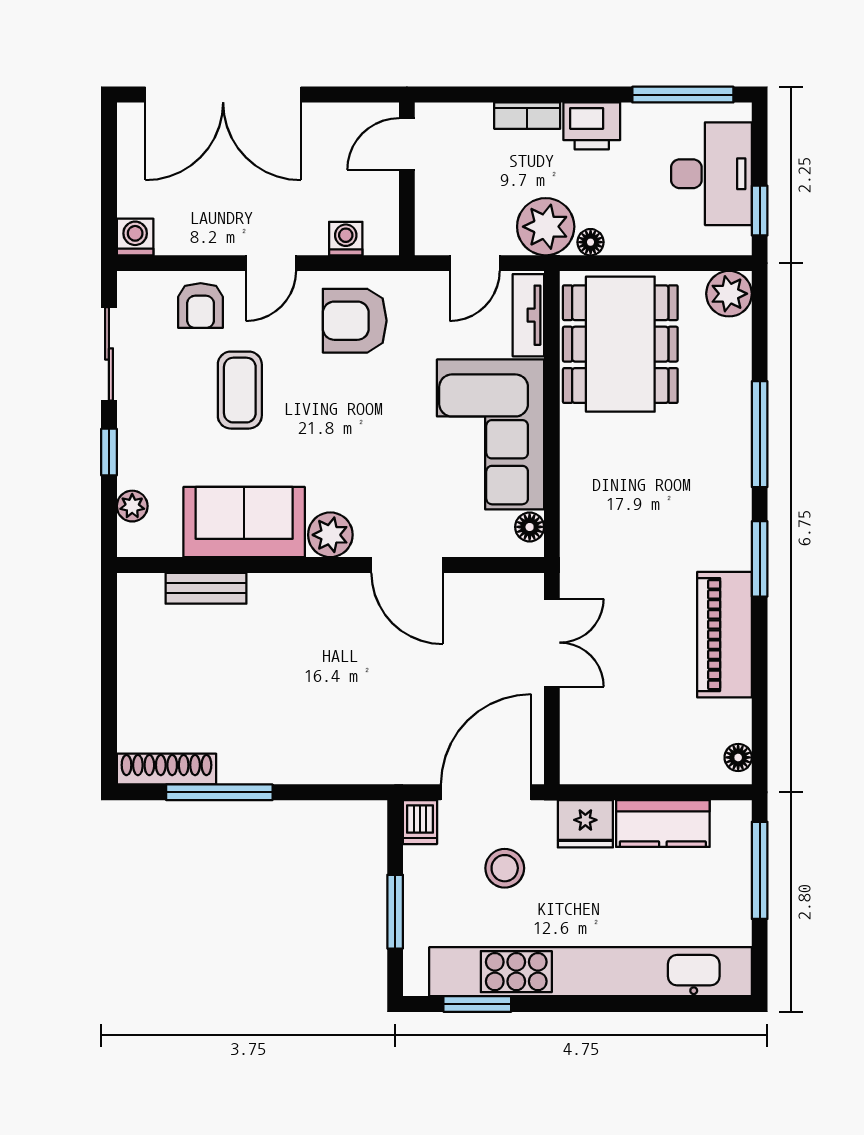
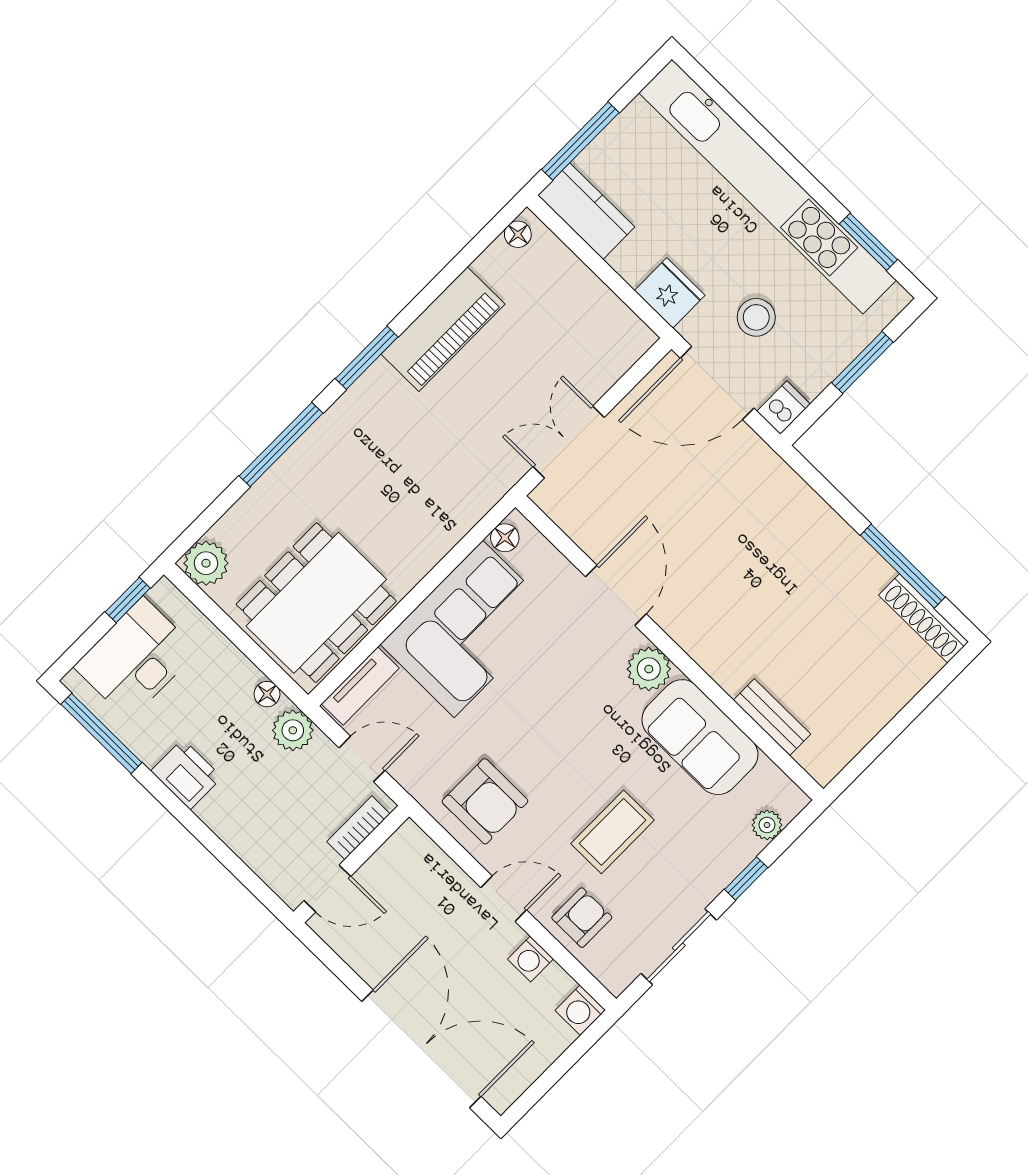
bookcase: (527, 116) -> (358, 828), moved, turned -90
plant: (546, 227) -> (293, 730), width x0.73, depth x0.73
washing machine: (346, 239) -> (531, 959), moved
kitchen counter: (663, 824) -> (586, 211), moved

